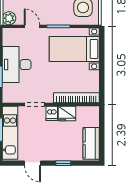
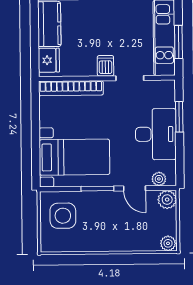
plant: (15, 33) -> (159, 179), added
fridge: (67, 113) -> (49, 60), moved, turned 90

